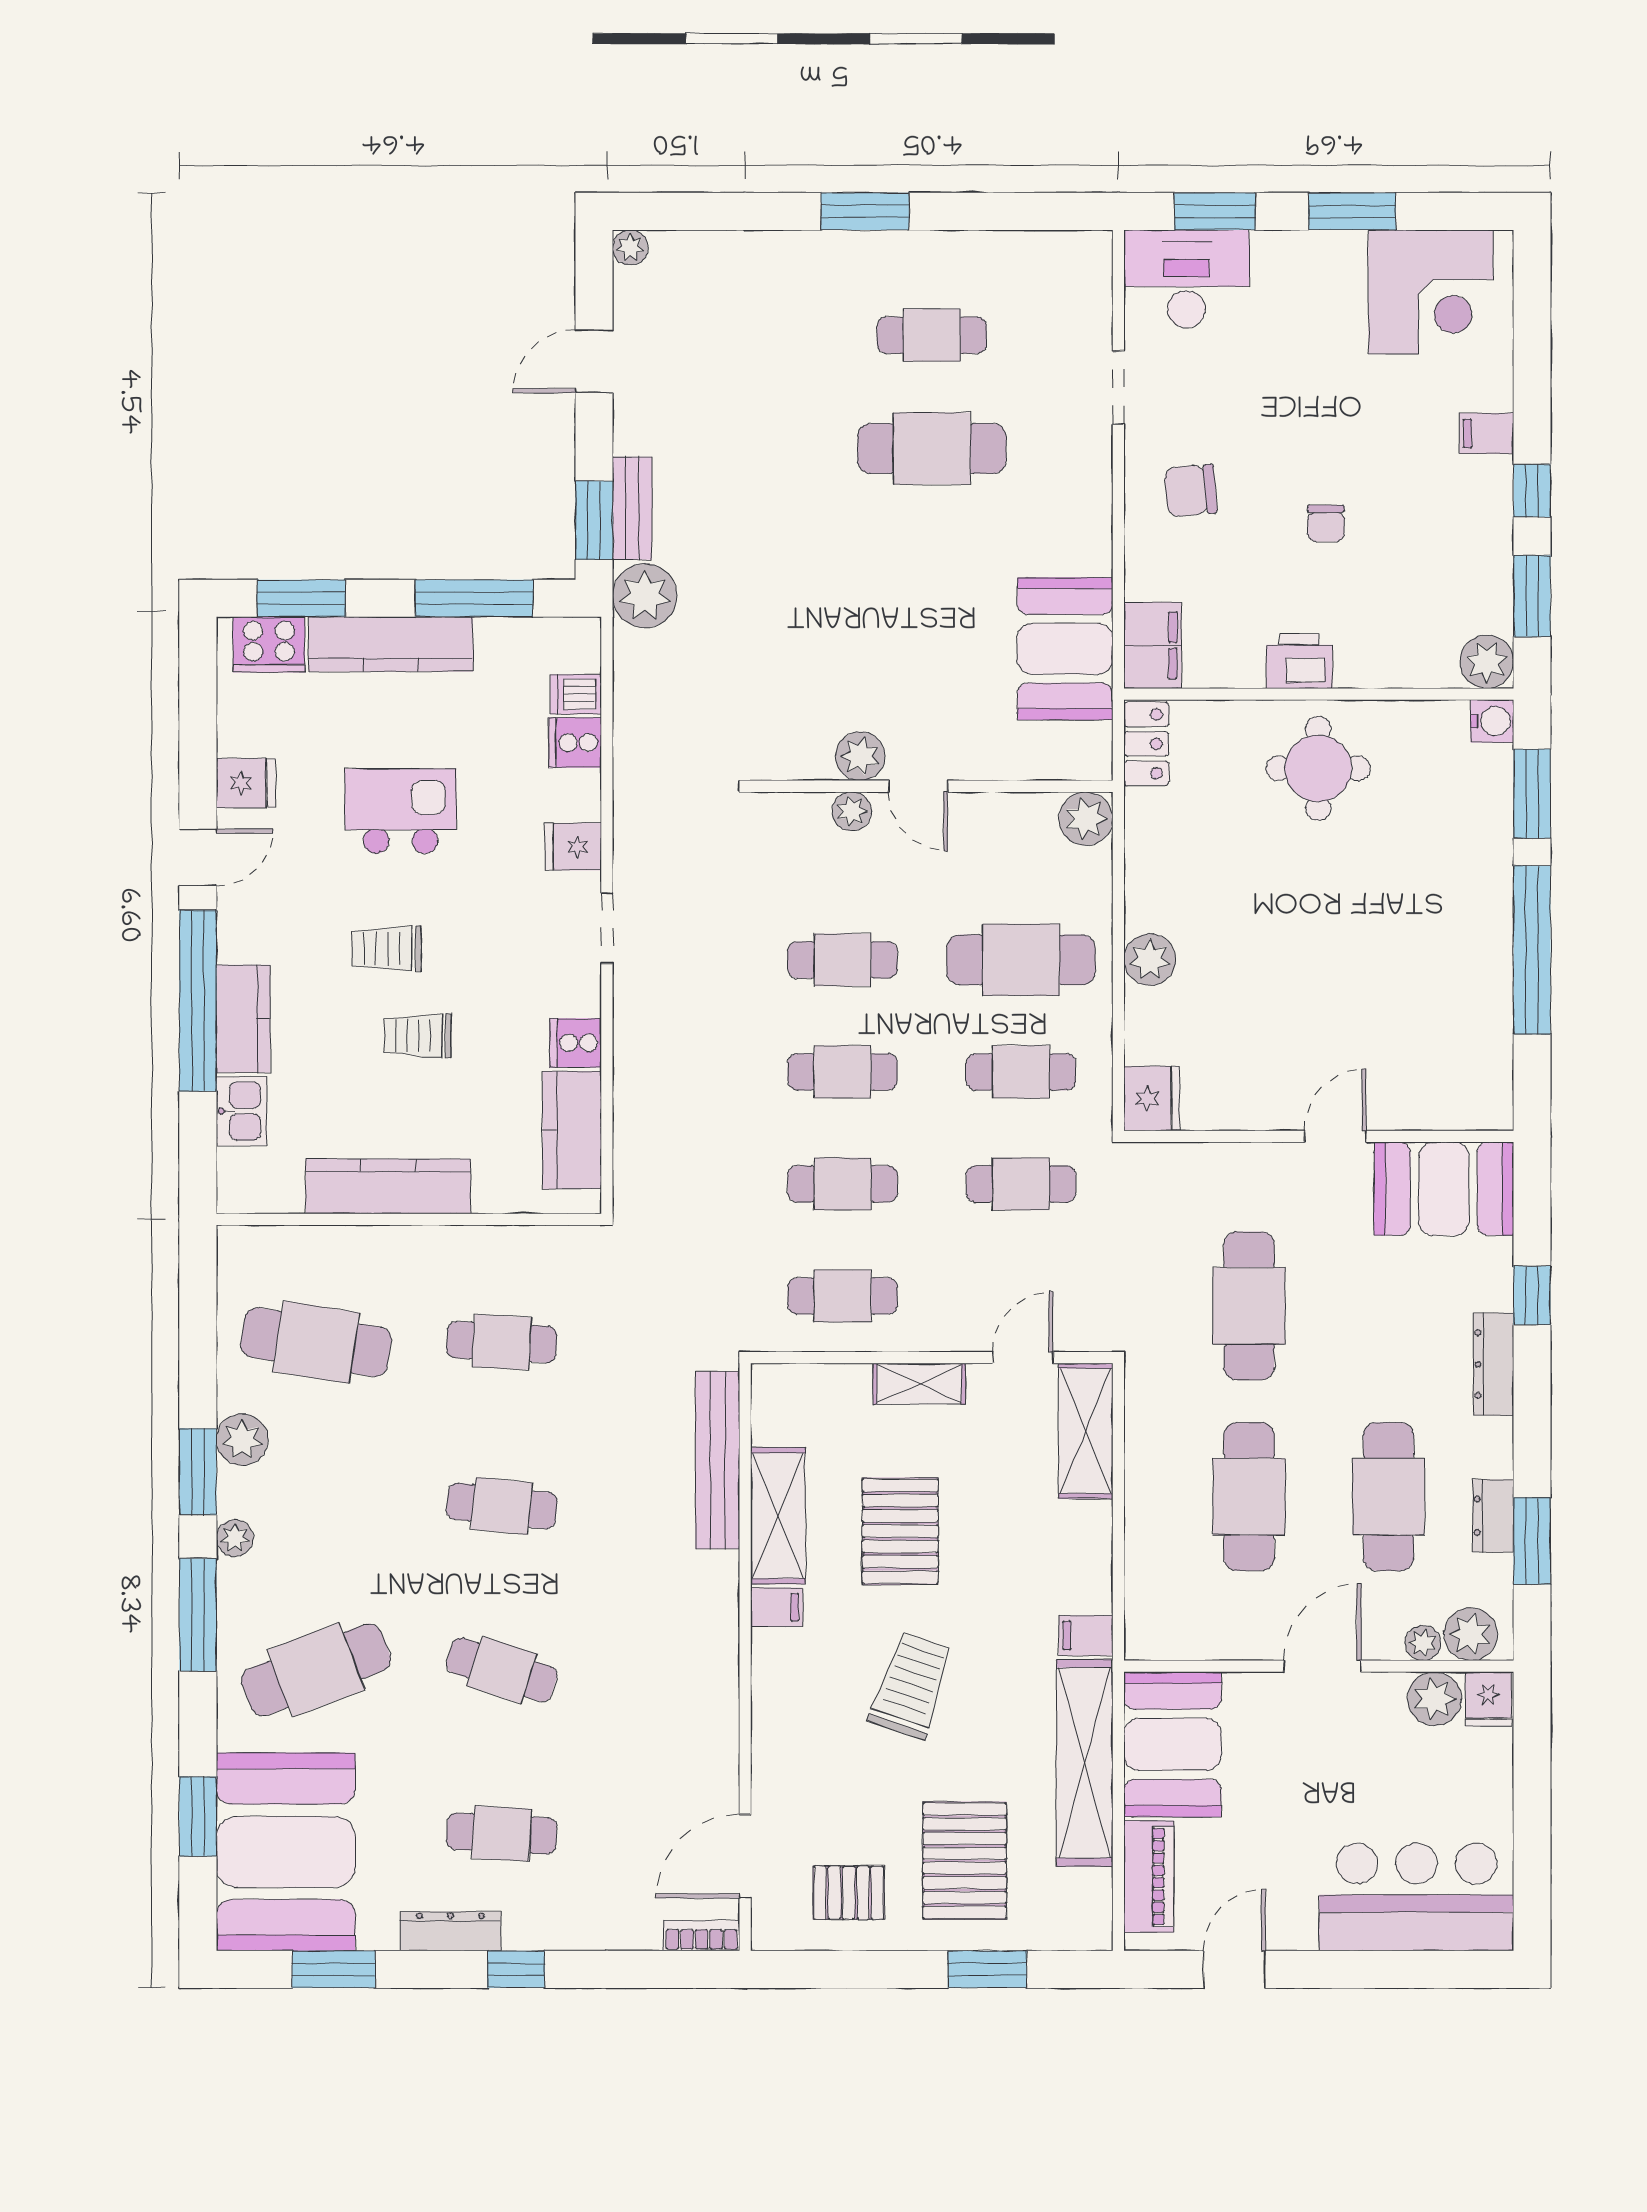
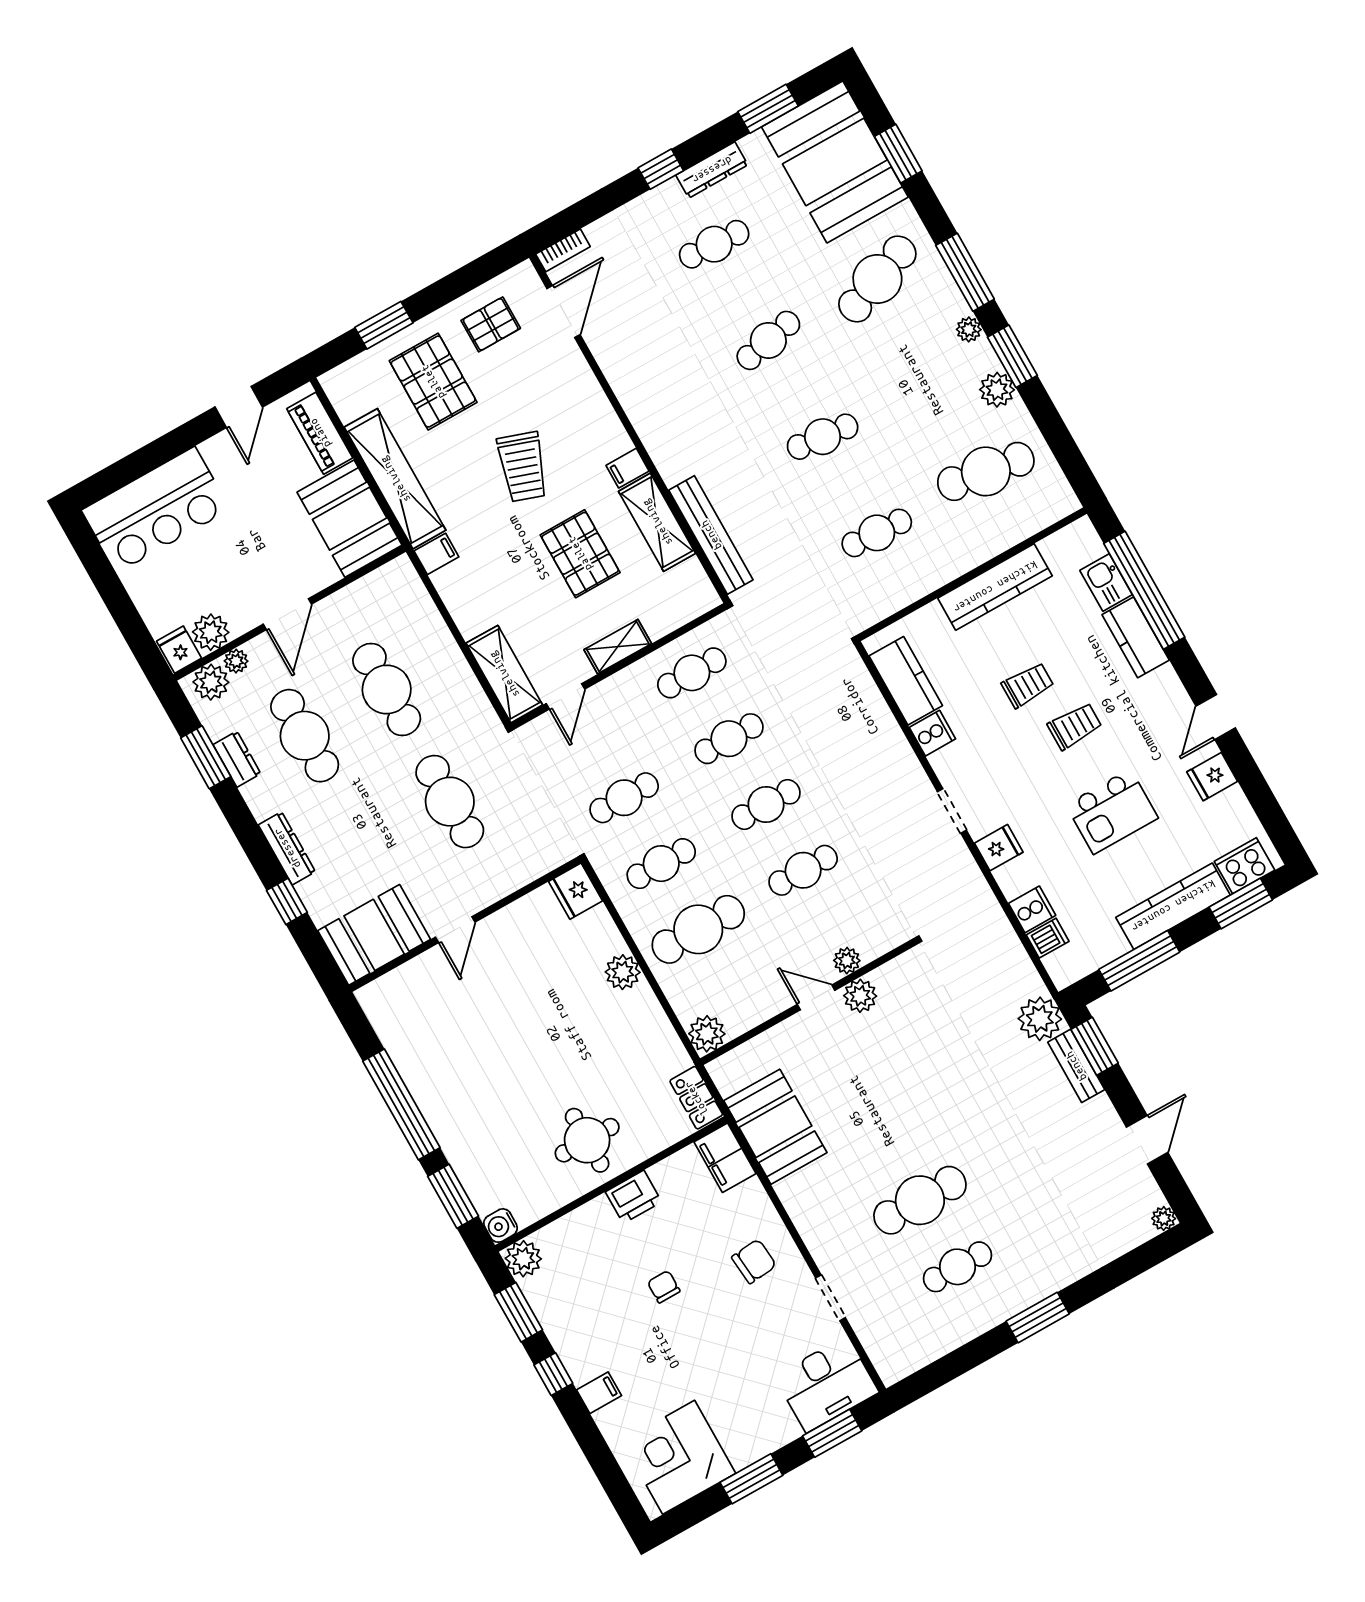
window: (198, 1001) -> (1144, 590), moved
cafe table: (502, 1670) -> (768, 340), turned -30

